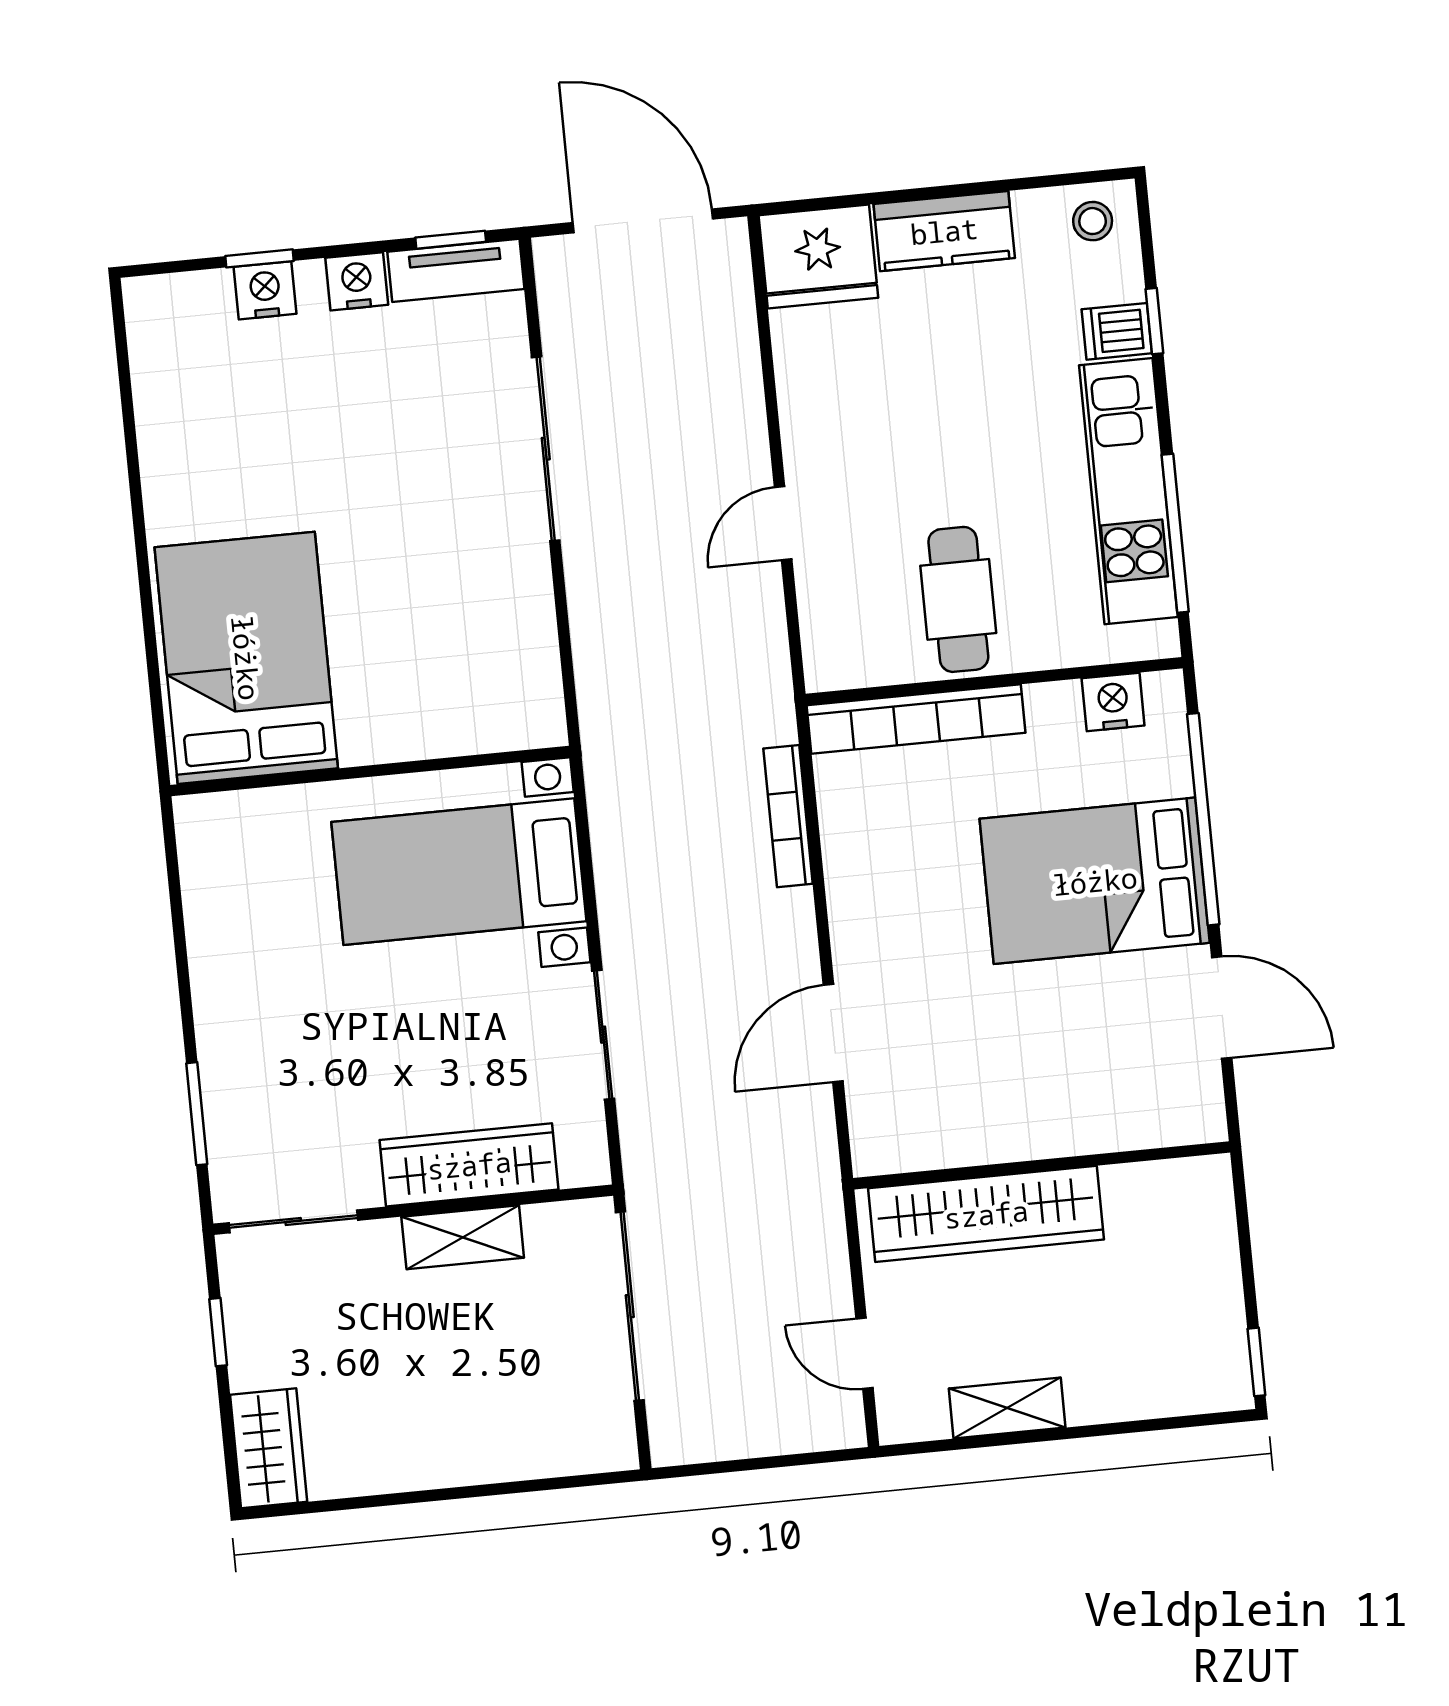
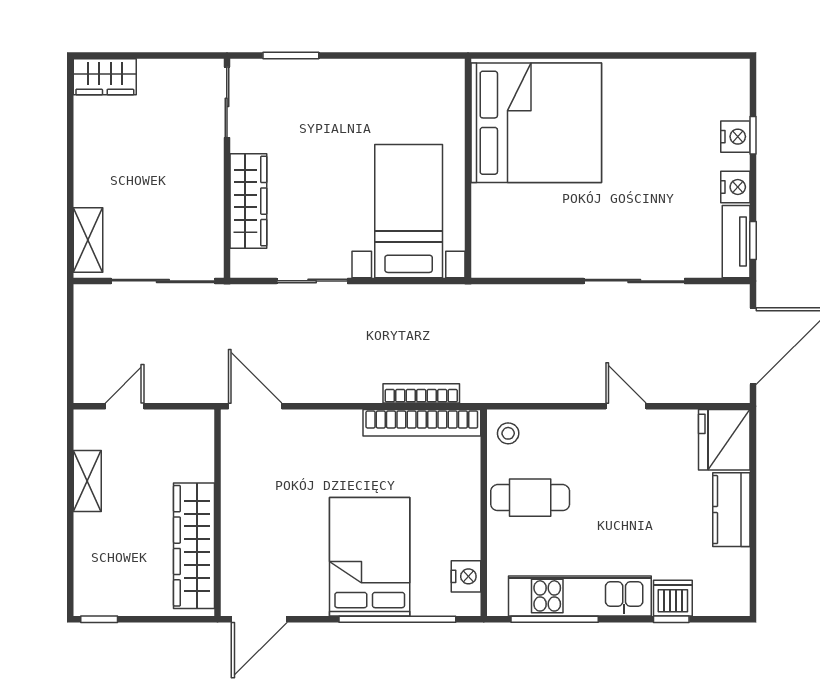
stool: (1093, 221) -> (508, 433), moved
dishwasher: (1117, 331) -> (673, 598), width x1.38
door: (783, 523) -> (626, 406), moved
bed: (246, 658) -> (536, 123), width x1.36
bookcase: (916, 719) -> (422, 423), moved, turned -90
door: (1222, 1007) -> (259, 619), moved
door: (833, 1033) -> (255, 406), moved
wardrobe: (986, 1214) -> (194, 546), moved
shelving: (463, 1237) -> (88, 240), moved
window: (218, 1332) -> (171, 55), removed

